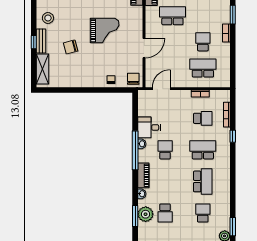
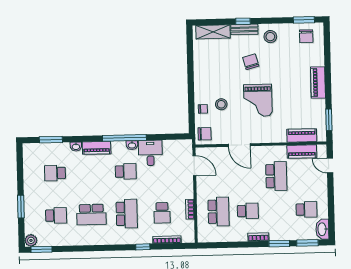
chair: (71, 47) -> (251, 62), moved
stool: (107, 63) -> (221, 104), added
plant: (146, 214) -> (53, 151), removed

